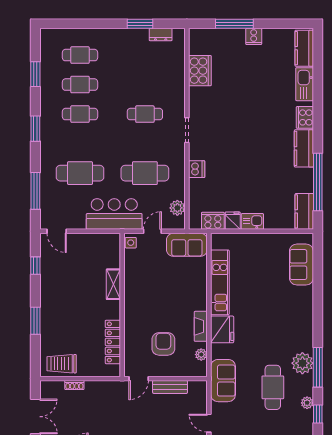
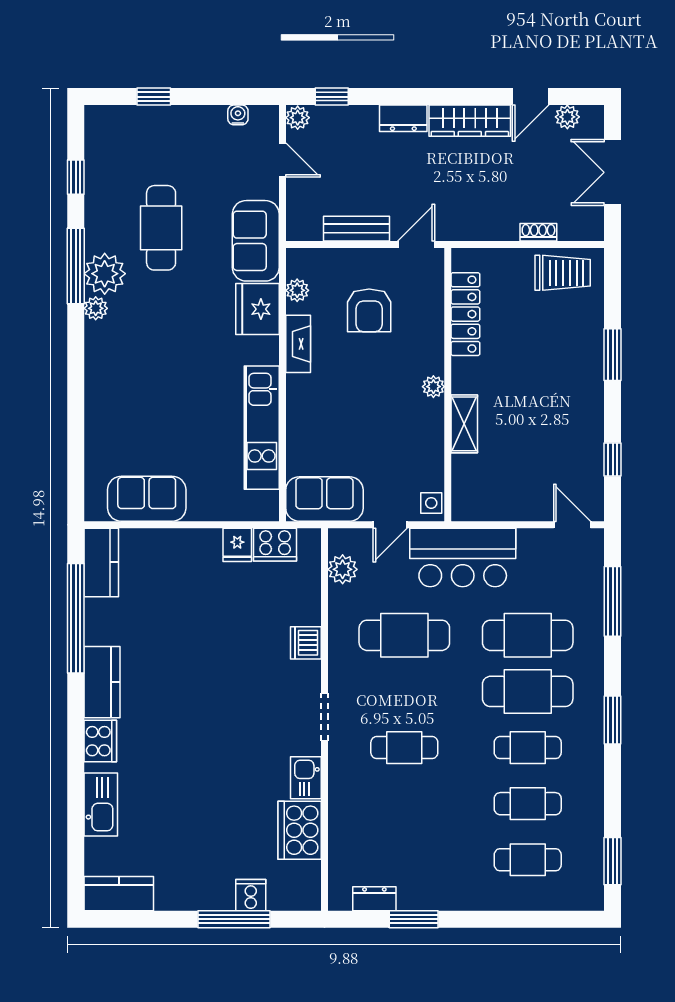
cooker: (254, 36) -> (251, 895), moved
kitchen counter: (304, 48) -> (119, 894), moved, turned -90
window: (35, 74) -> (613, 861), moved
cafe table: (80, 144) -> (528, 691), added
kitchen sink: (252, 221) -> (306, 778), moved, turned 90
sofa: (301, 265) -> (147, 499), moved, turned -90
plant: (130, 304) -> (433, 387), added
fridge: (222, 329) -> (257, 309), moved
plant: (307, 403) -> (96, 308), moved

